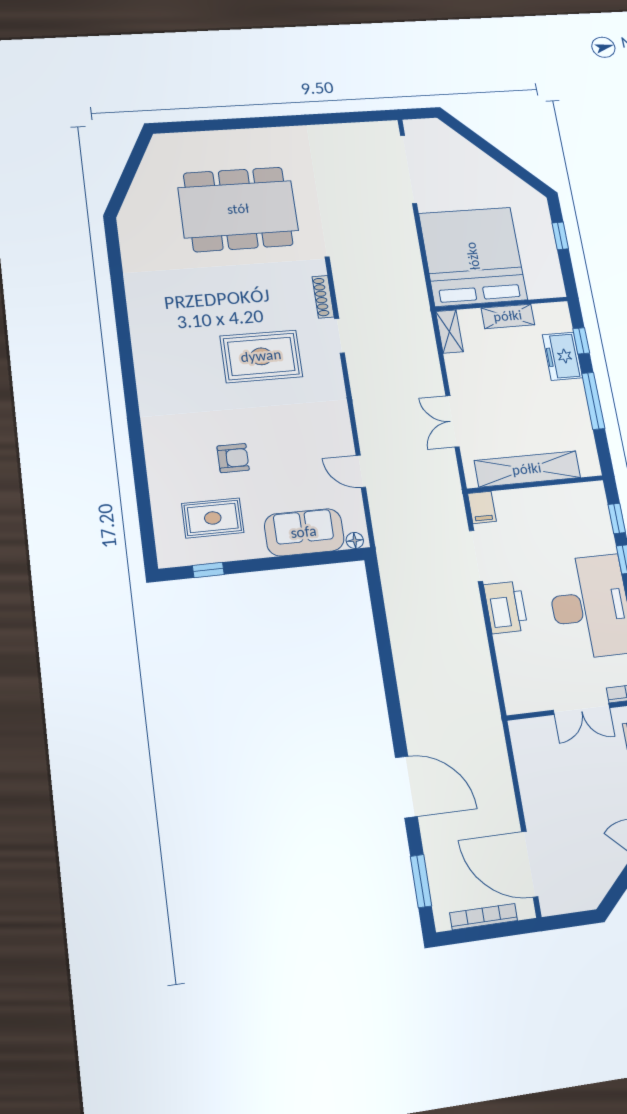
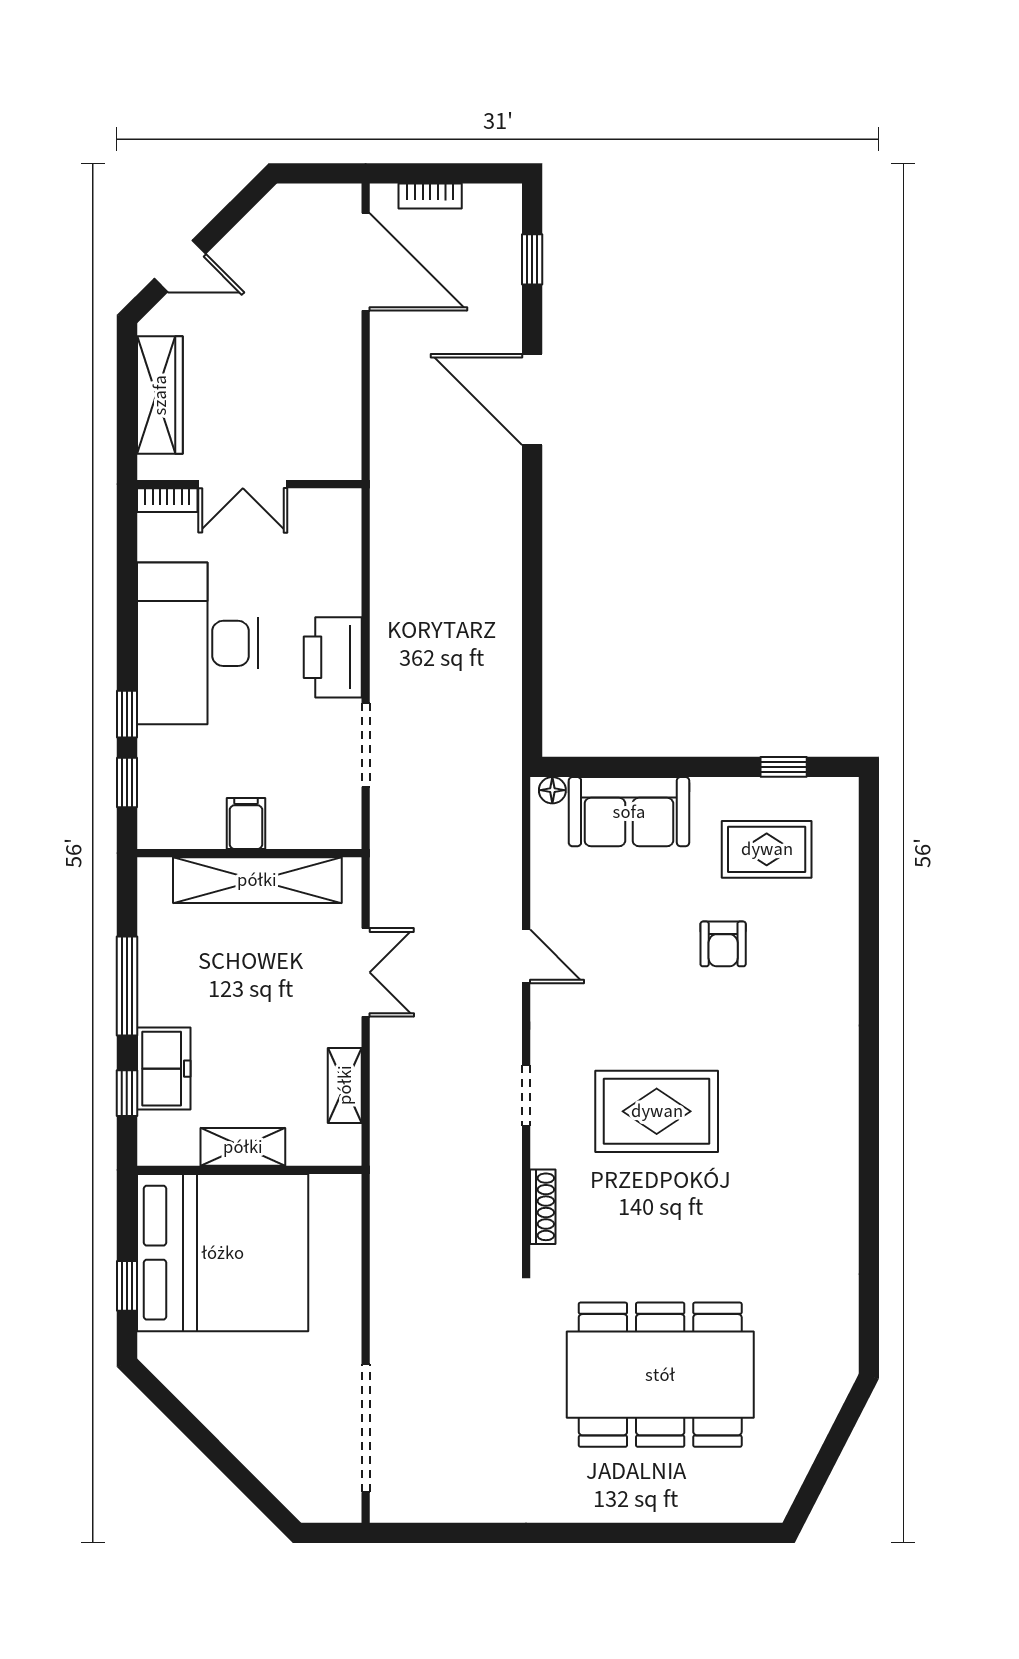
bed: (473, 256) -> (223, 1253), moved, turned -90
shelving: (449, 332) -> (345, 1085), moved
doorway: (340, 336) -> (526, 1096), moved
armchair: (233, 458) -> (723, 944), turned -90
door: (361, 471) -> (526, 956), moved
filing cabinet: (482, 507) -> (246, 824), moved
double door: (581, 709) -> (243, 484), swing flipped
window: (421, 881) -> (532, 259), width x0.67
bookcase: (484, 917) -> (430, 196), width x0.64

